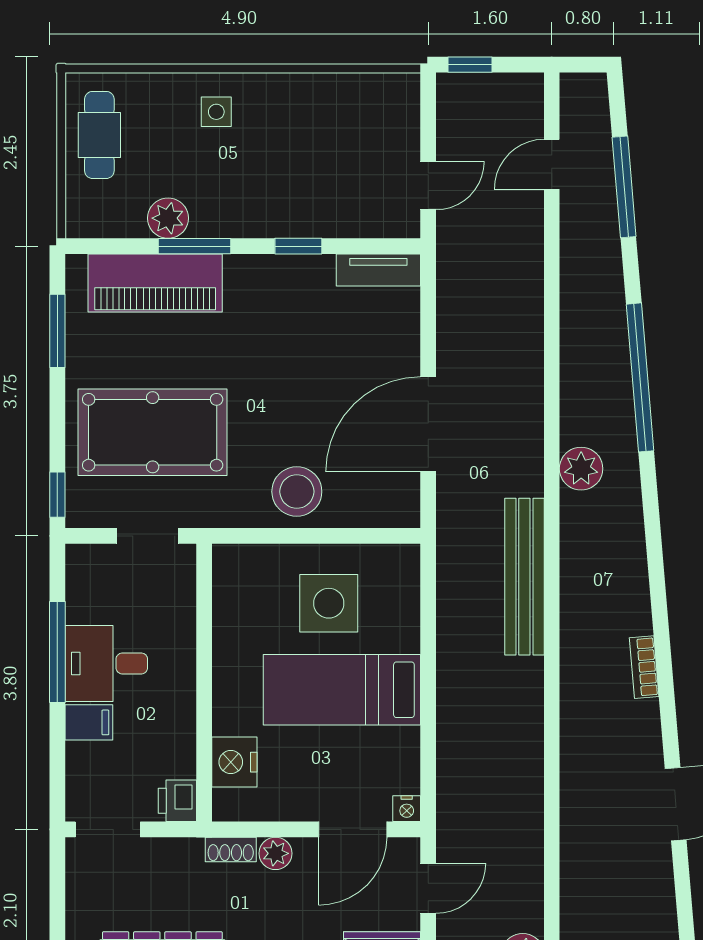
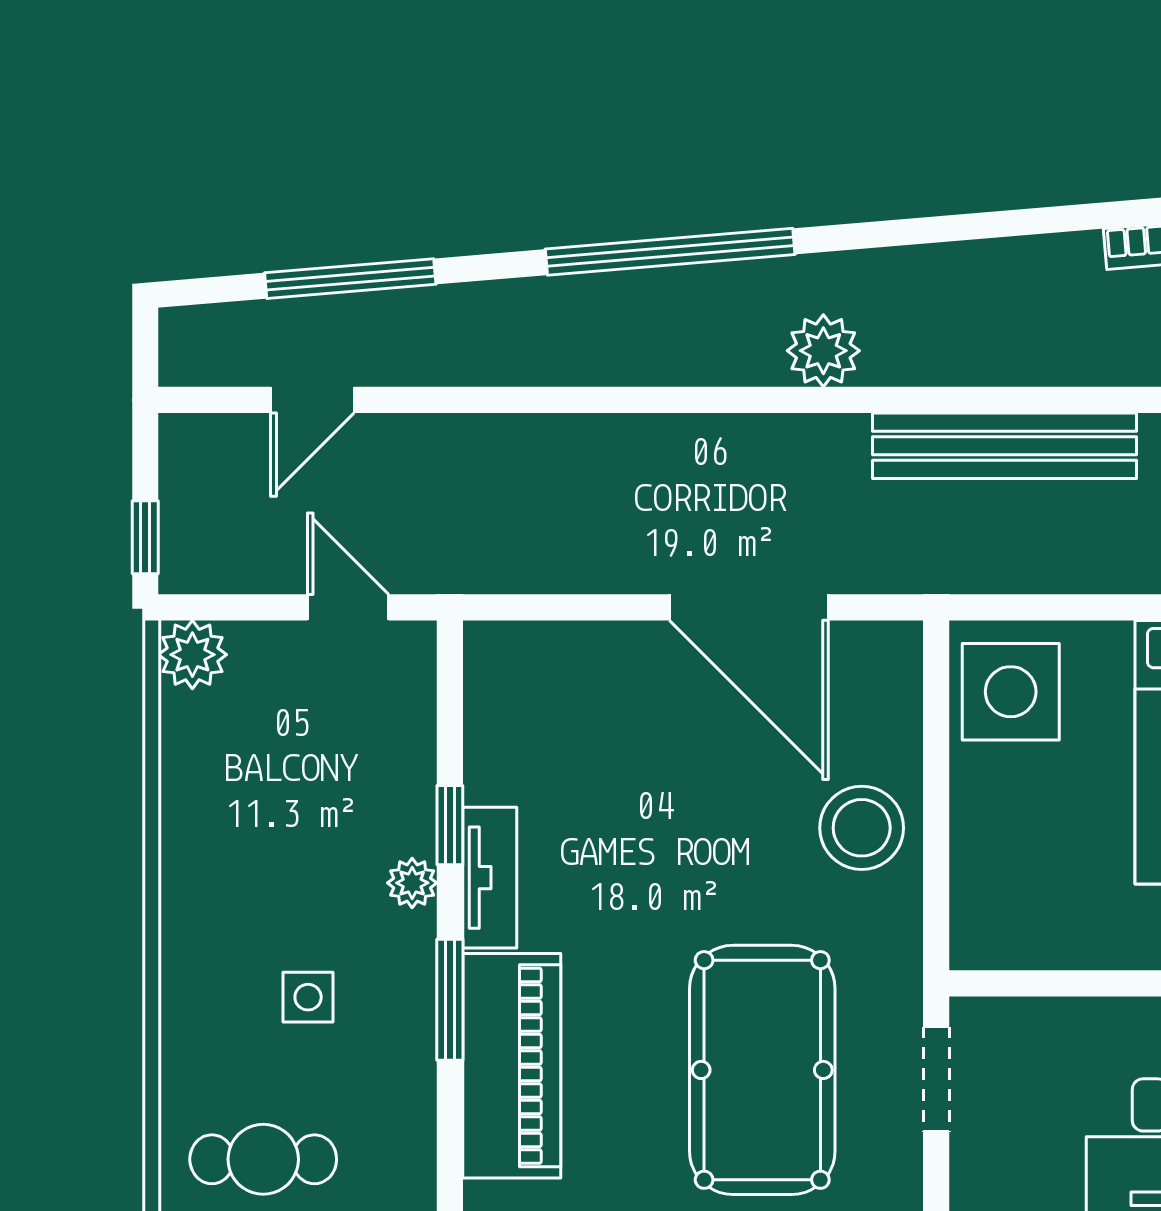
plant: (400, 93) -> (192, 655), added
side table: (216, 112) -> (308, 997), moved
door: (552, 164) -> (312, 400), hinge flipped
plant: (168, 218) -> (412, 883), moved, width x0.73, depth x0.73
tv unit: (378, 270) -> (490, 878), moved
side table: (329, 603) -> (1011, 692), moved

